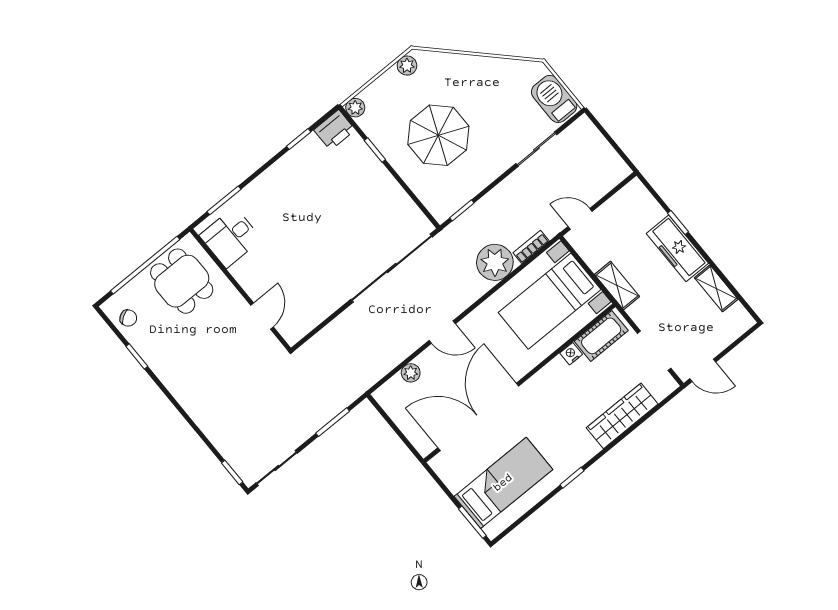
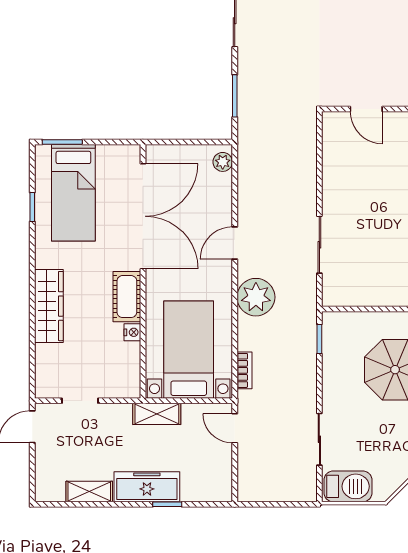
door: (580, 219) -> (235, 428), swing flipped
plant: (495, 262) -> (256, 297), moved
sliding door: (392, 268) -> (319, 245), width x0.54
cot: (601, 336) -> (127, 297), moved
doorway: (654, 351) -> (80, 401), width x0.73
plant: (411, 373) -> (223, 162), moved
wardrobe: (622, 416) -> (49, 306), moved
window: (572, 478) -> (32, 207), moved

